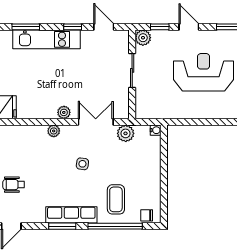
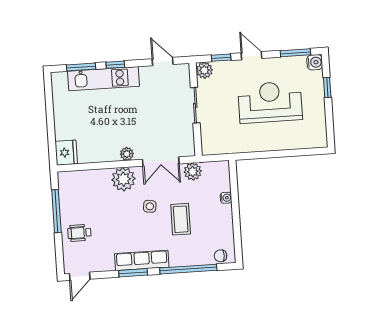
window: (73, 27) -> (115, 65), moved
double door: (96, 122) -> (161, 162), swing flipped
water cooler: (156, 130) -> (226, 198), moved
plant: (54, 131) -> (123, 179), width x1.88, depth x1.88
coffee table: (116, 199) -> (181, 219), moved

